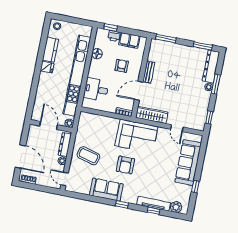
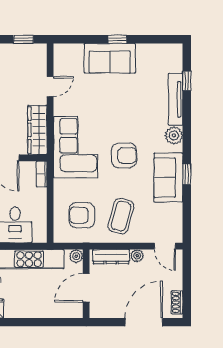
armchair: (94, 132) -> (82, 215), added
sofa: (188, 162) -> (110, 58), width x0.73
door: (65, 179) -> (165, 246), hinge flipped
window: (195, 187) -> (117, 39), moved
window: (122, 204) -> (187, 174), moved
plant: (176, 207) -> (174, 135), moved
window: (154, 211) -> (187, 81), moved

